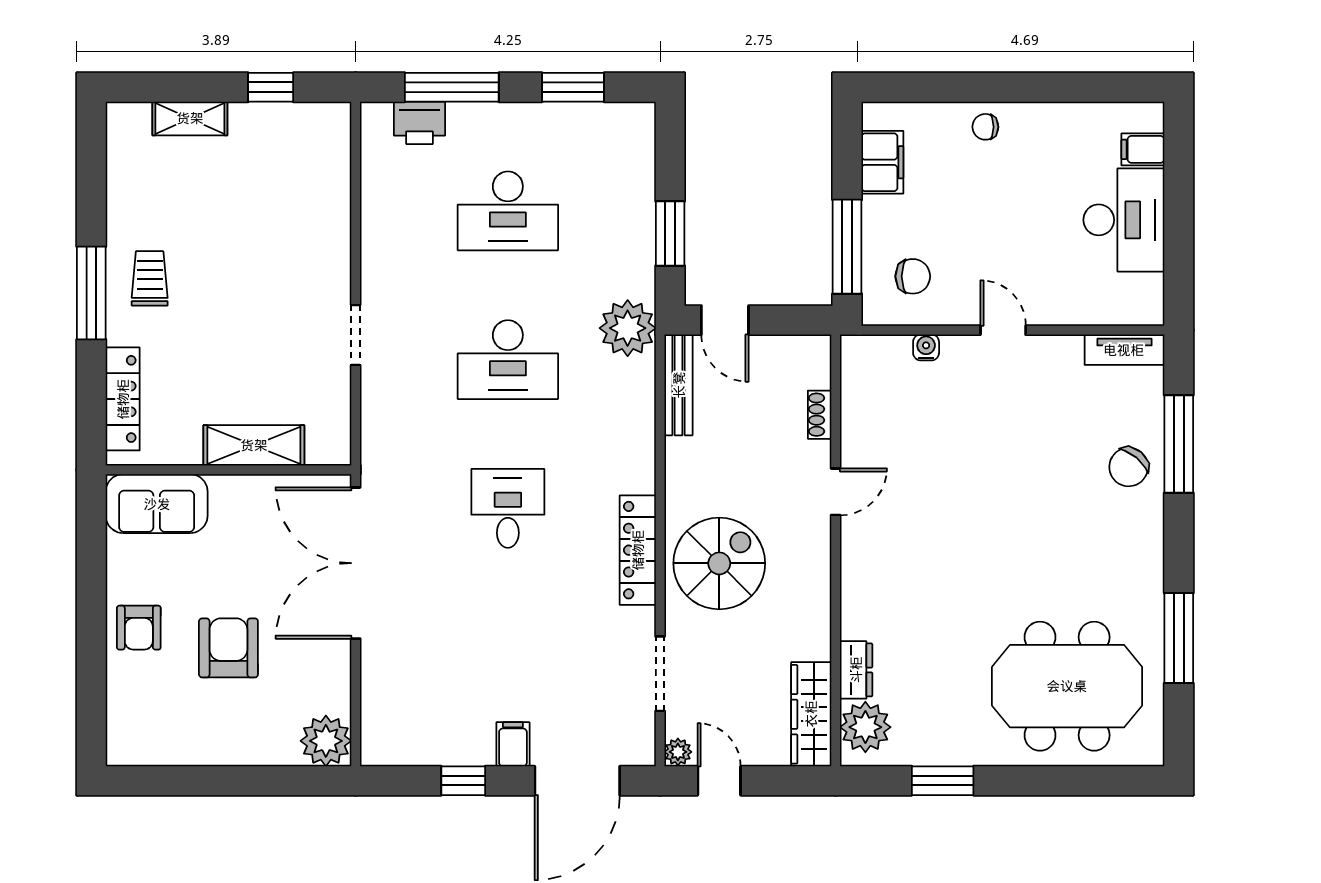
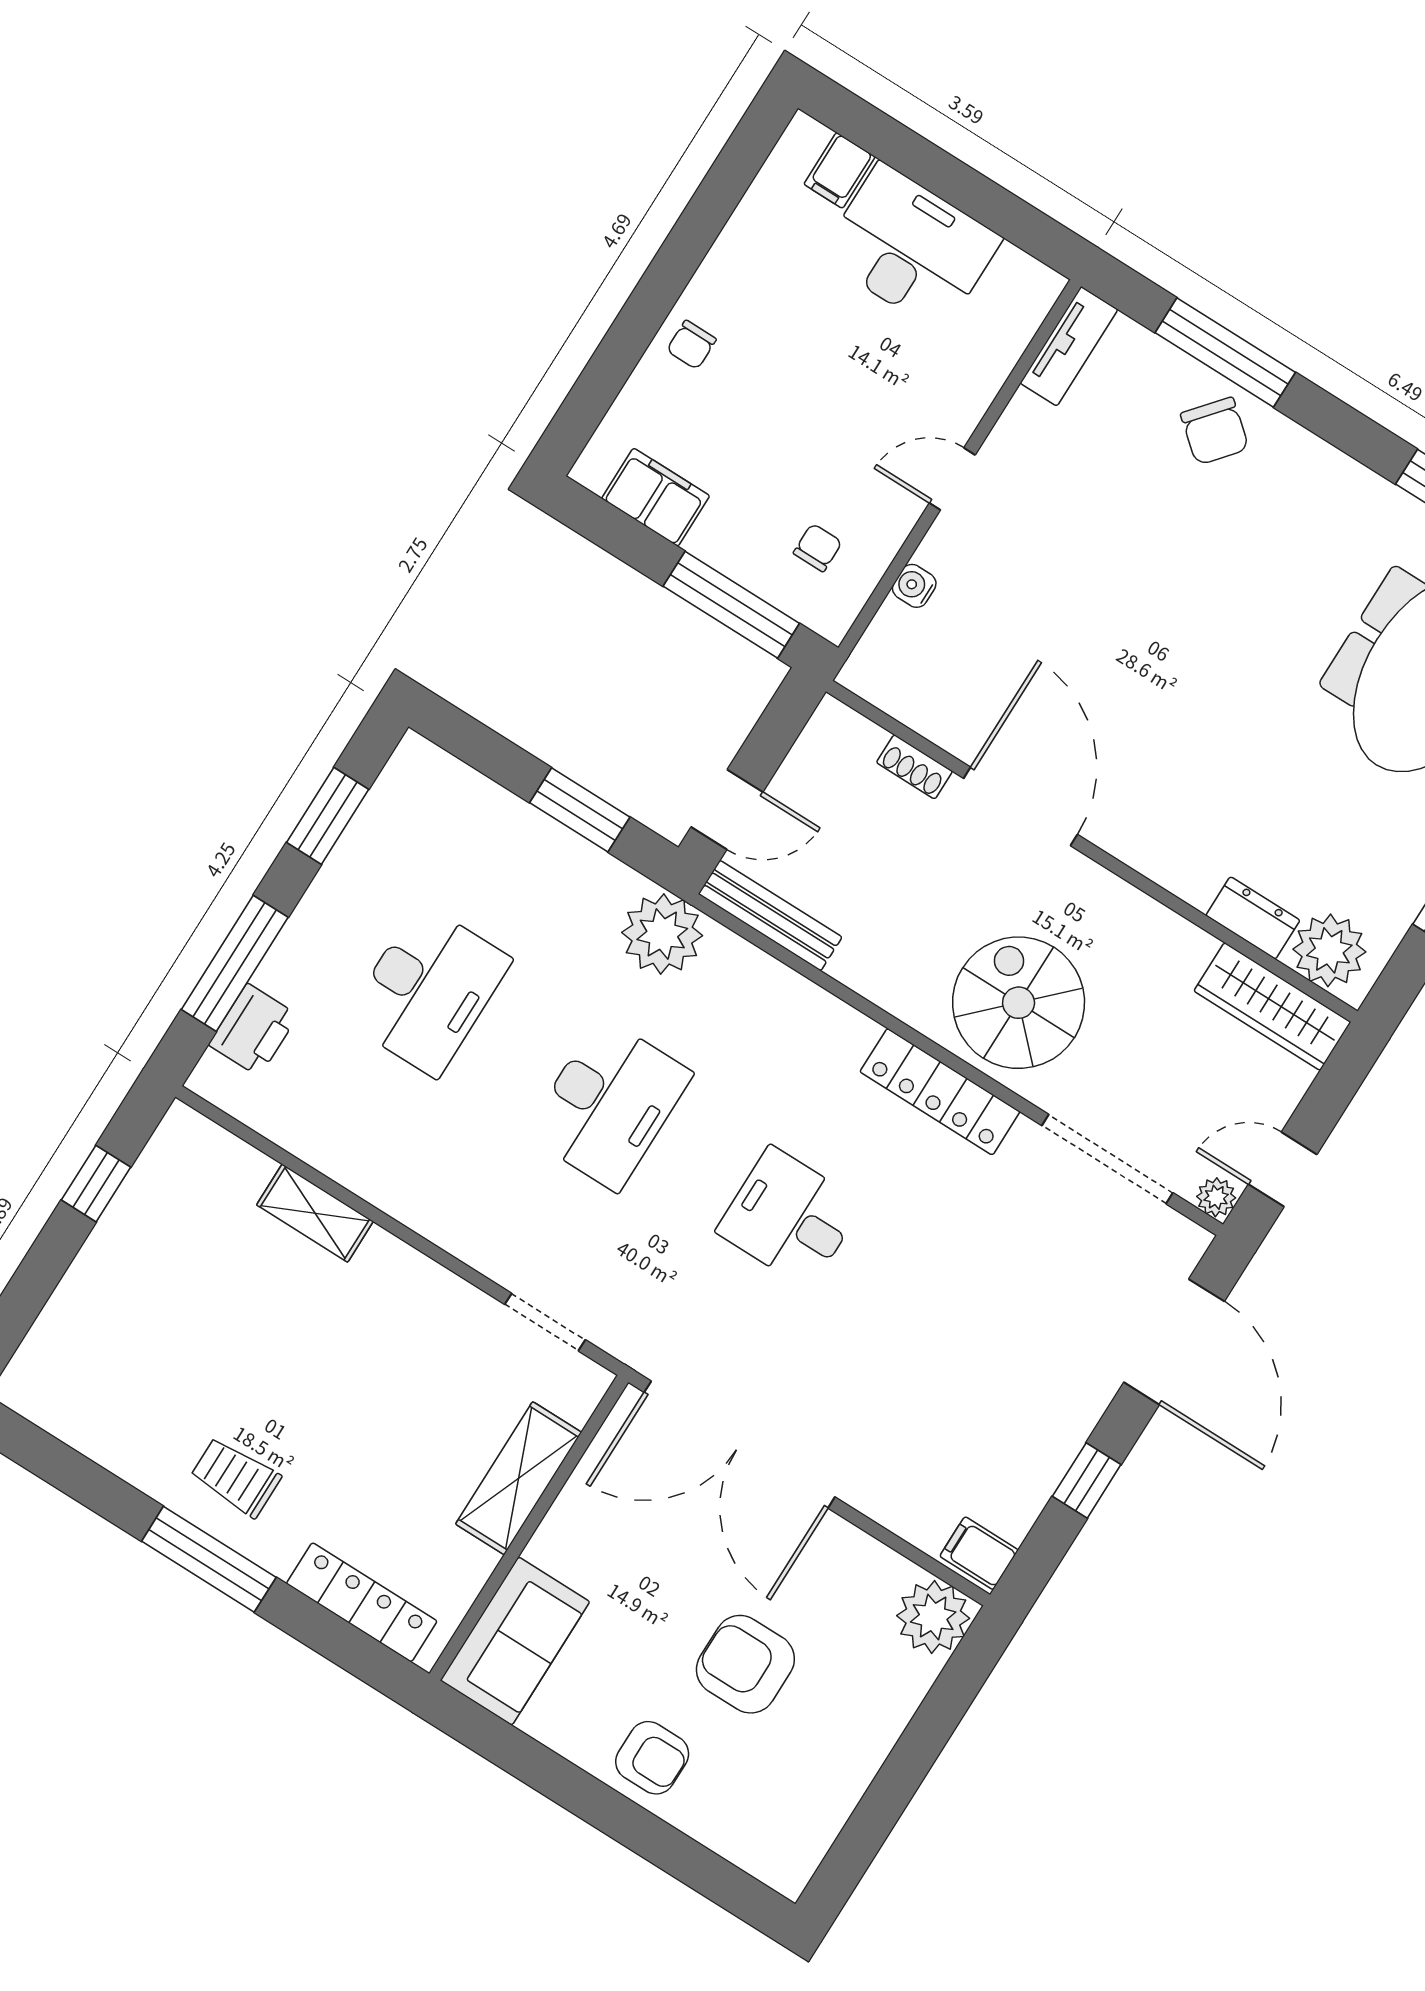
shelving: (190, 118) -> (315, 1213), moved, turned 90
chair: (913, 276) -> (818, 548), width x0.73, depth x0.73
doorway: (356, 335) -> (545, 1322), moved
door: (836, 492) -> (1021, 806), width x1.88
doorway: (660, 674) -> (1107, 1159), width x1.36
filing cabinet: (513, 744) -> (979, 1553), moved

